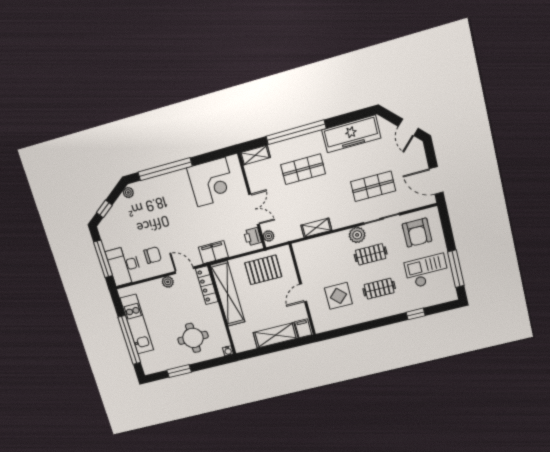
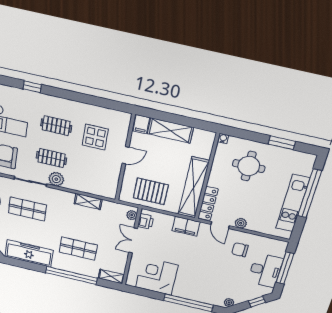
desk: (124, 266) -> (265, 270), moved

